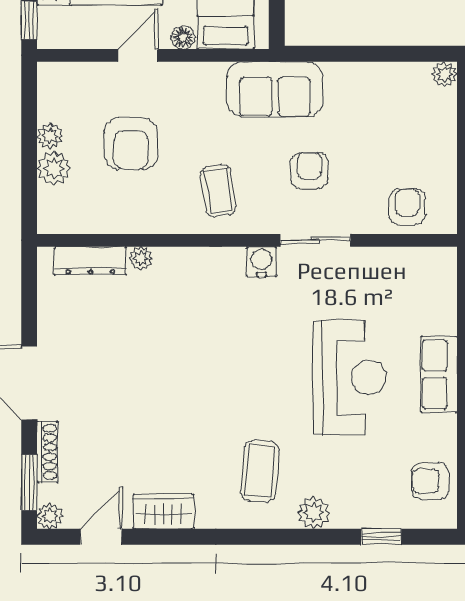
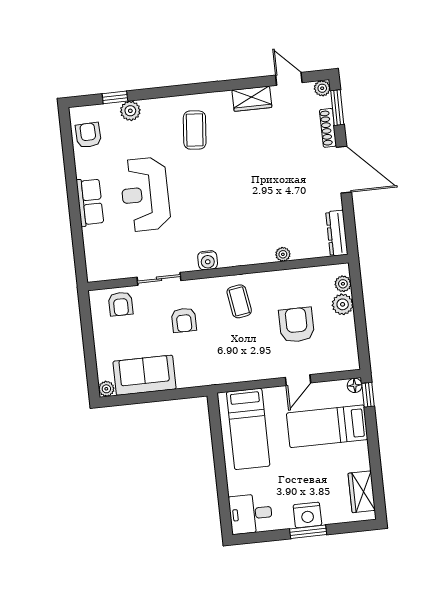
floor lamp: (183, 37) -> (355, 385), moved
sofa: (275, 89) -> (145, 375), moved
plant: (50, 136) -> (343, 284), moved
sliding door: (315, 240) -> (159, 279), moved
dresser: (90, 261) -> (337, 233), moved, turned -90
armchair: (430, 481) -> (88, 135), turned -92
plant: (314, 513) -> (130, 111), moved
door: (101, 537) -> (289, 79), swing flipped

